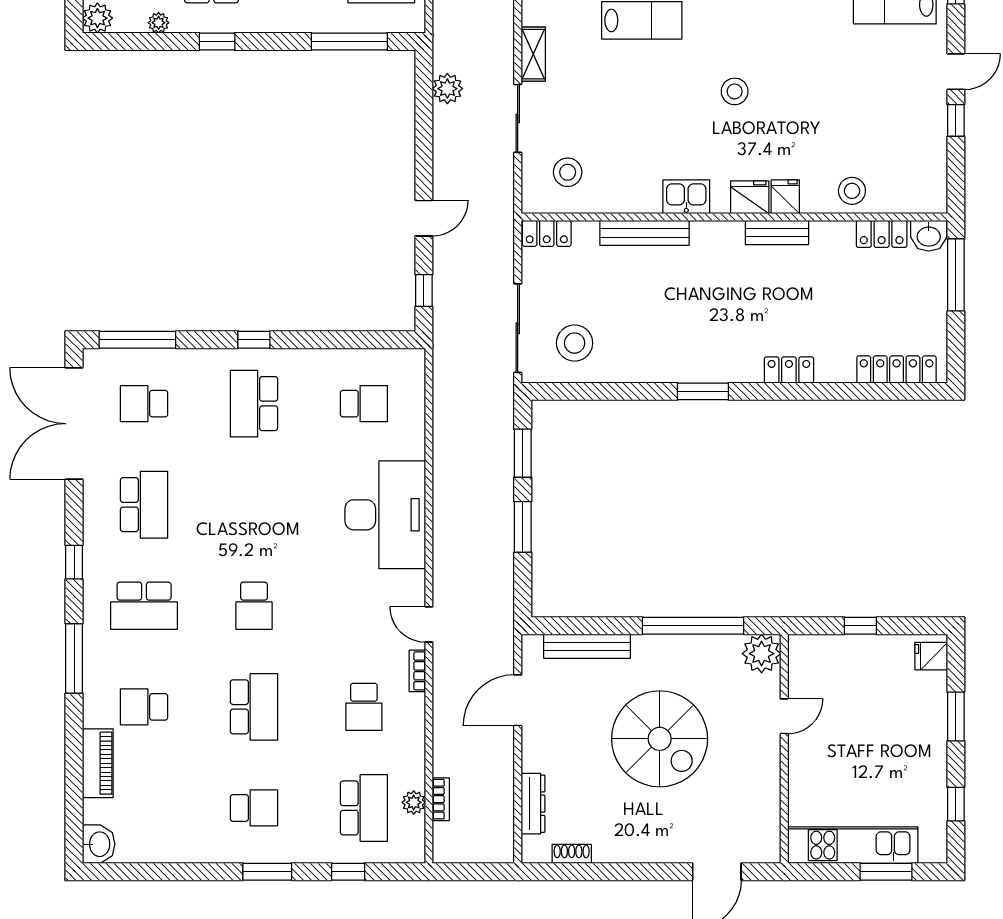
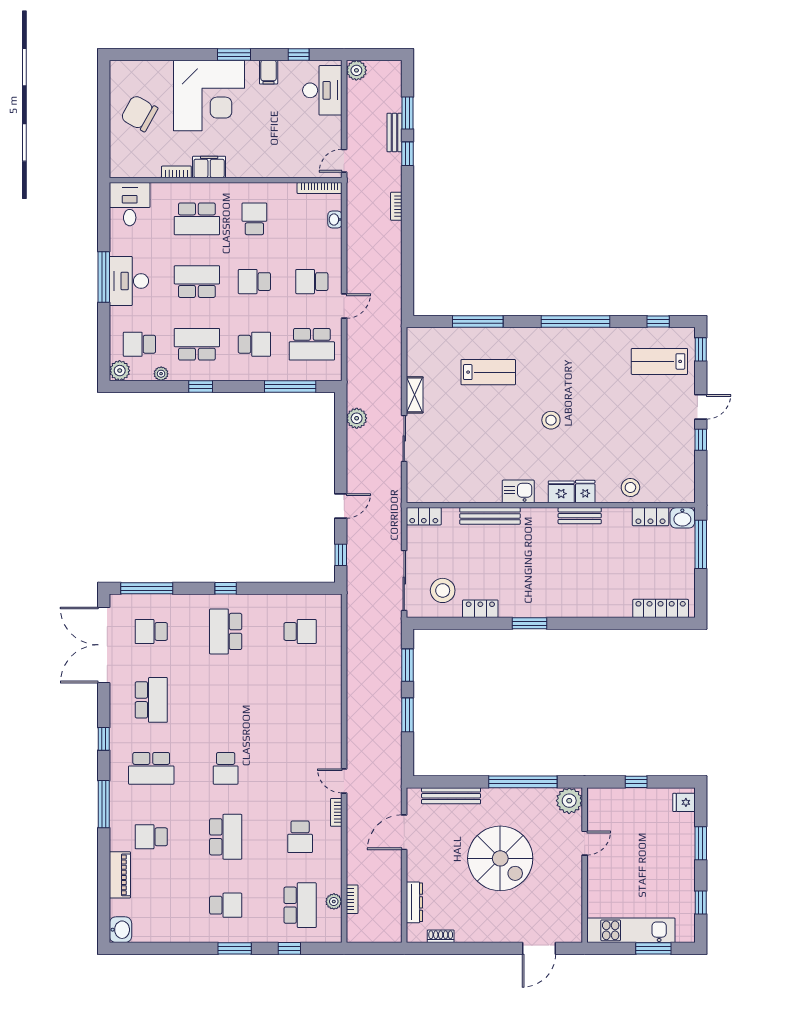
stool: (568, 172) -> (438, 475), removed
locker: (789, 370) -> (480, 609), moved
desk: (385, 515) -> (315, 707), removed

